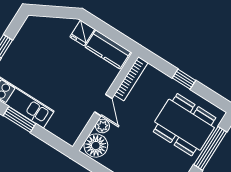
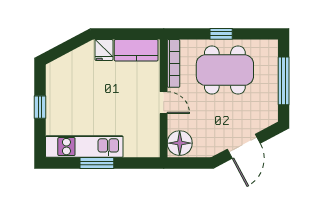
dining table: (185, 125) -> (225, 70), moved
plant: (102, 126) -> (175, 122), removed

